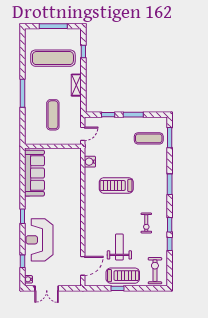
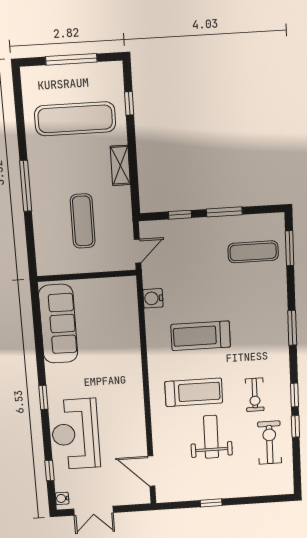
door: (83, 266) -> (151, 471), swing flipped
exercise bike: (155, 271) -> (270, 443), moved
treadmill: (123, 276) -> (194, 392), moved

